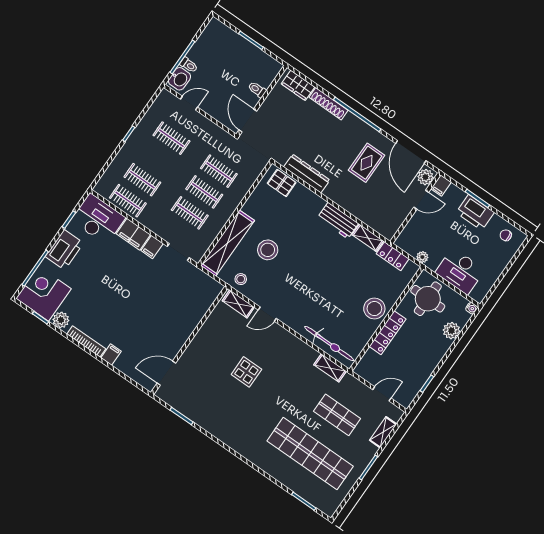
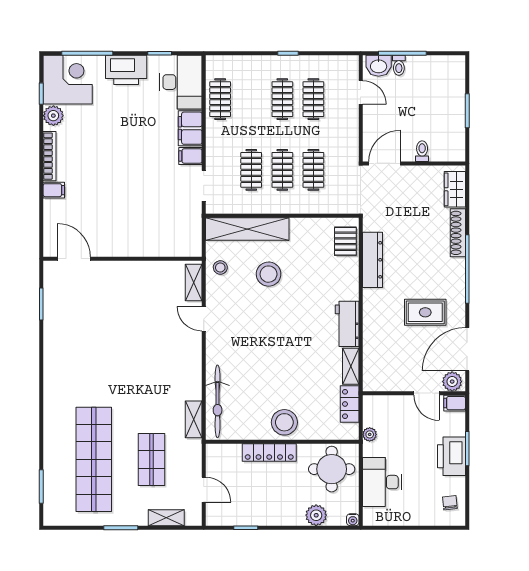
clothes rail: (142, 180) -> (282, 99), moved
display table: (246, 372) -> (131, 338), removed

